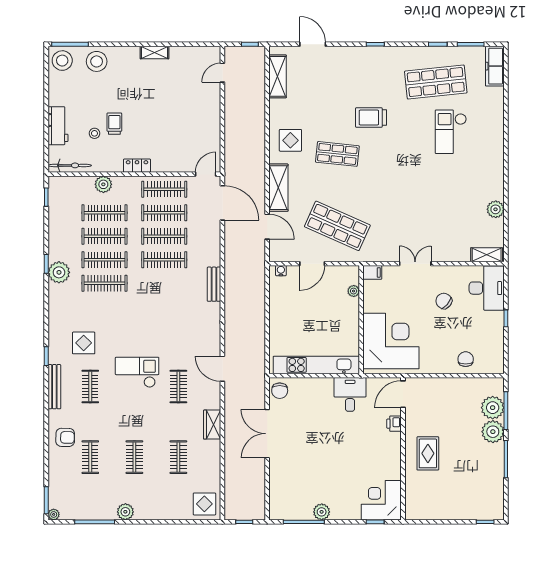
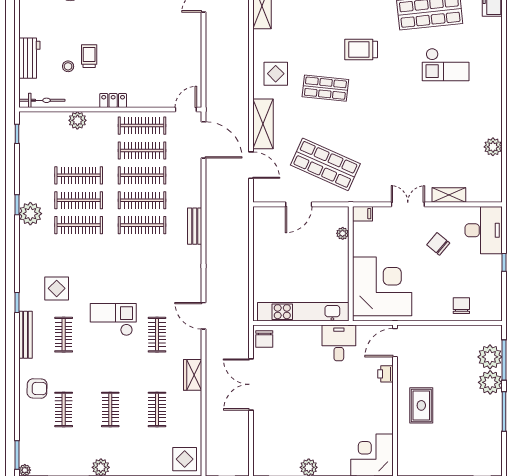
checkout: (451, 132) -> (446, 65), turned -90
clothes rail: (104, 213) -> (142, 225), moved
shelving: (487, 255) -> (449, 195), moved
water cooler: (281, 271) -> (266, 212), removed

